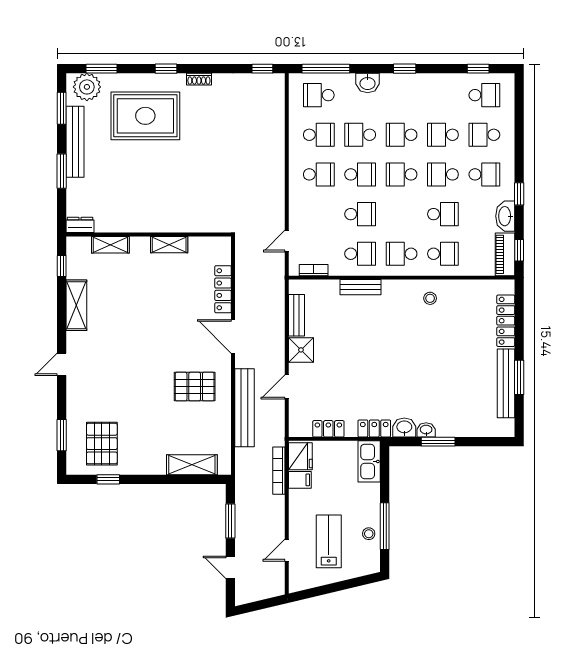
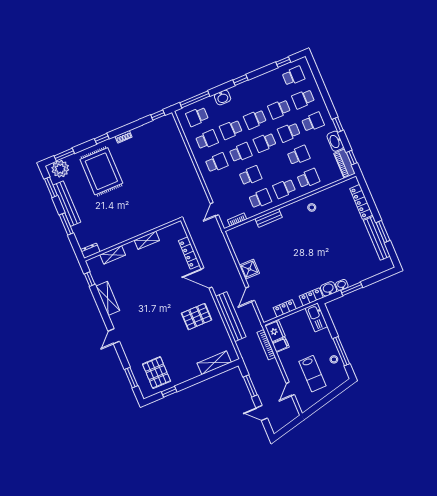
rug: (145, 116) -> (101, 171), turned 90
bench: (297, 315) -> (238, 250), removed
lab bench: (329, 541) -> (312, 374), turned 180

